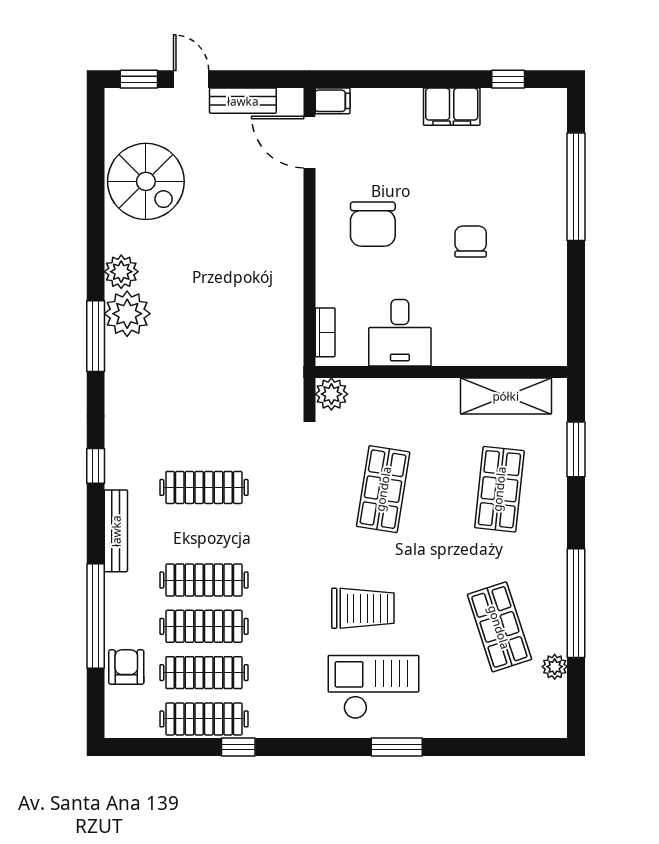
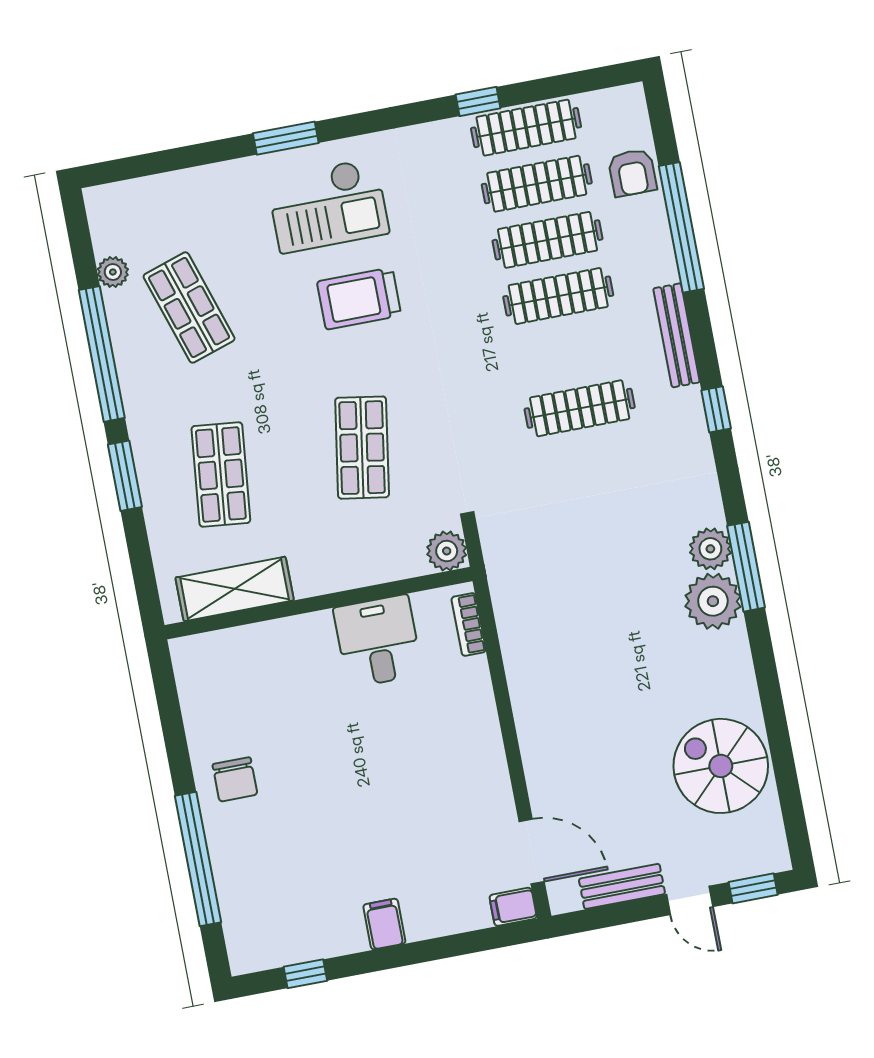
filing cabinet: (452, 107) -> (384, 924), width x0.50
chair: (373, 224) -> (436, 767), removed
chair: (471, 242) -> (235, 779), moved
plant: (121, 272) -> (710, 549), moved
window: (576, 449) -> (125, 476), moved

